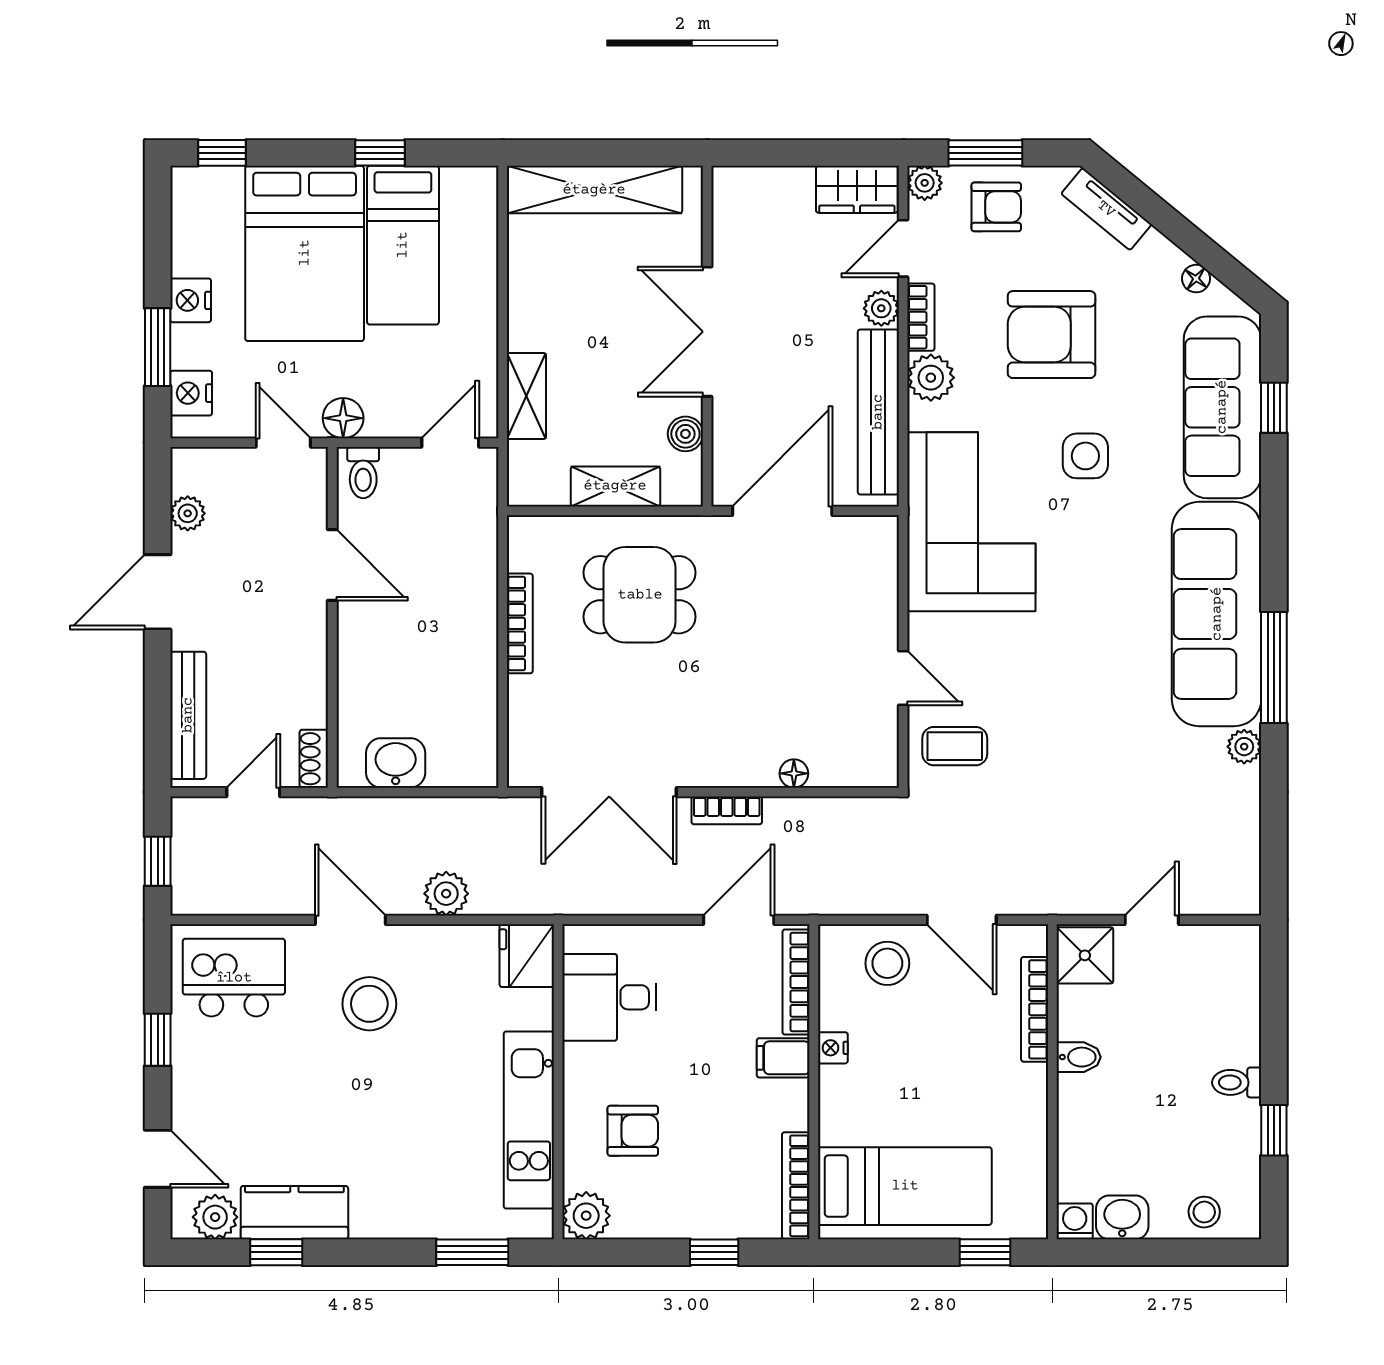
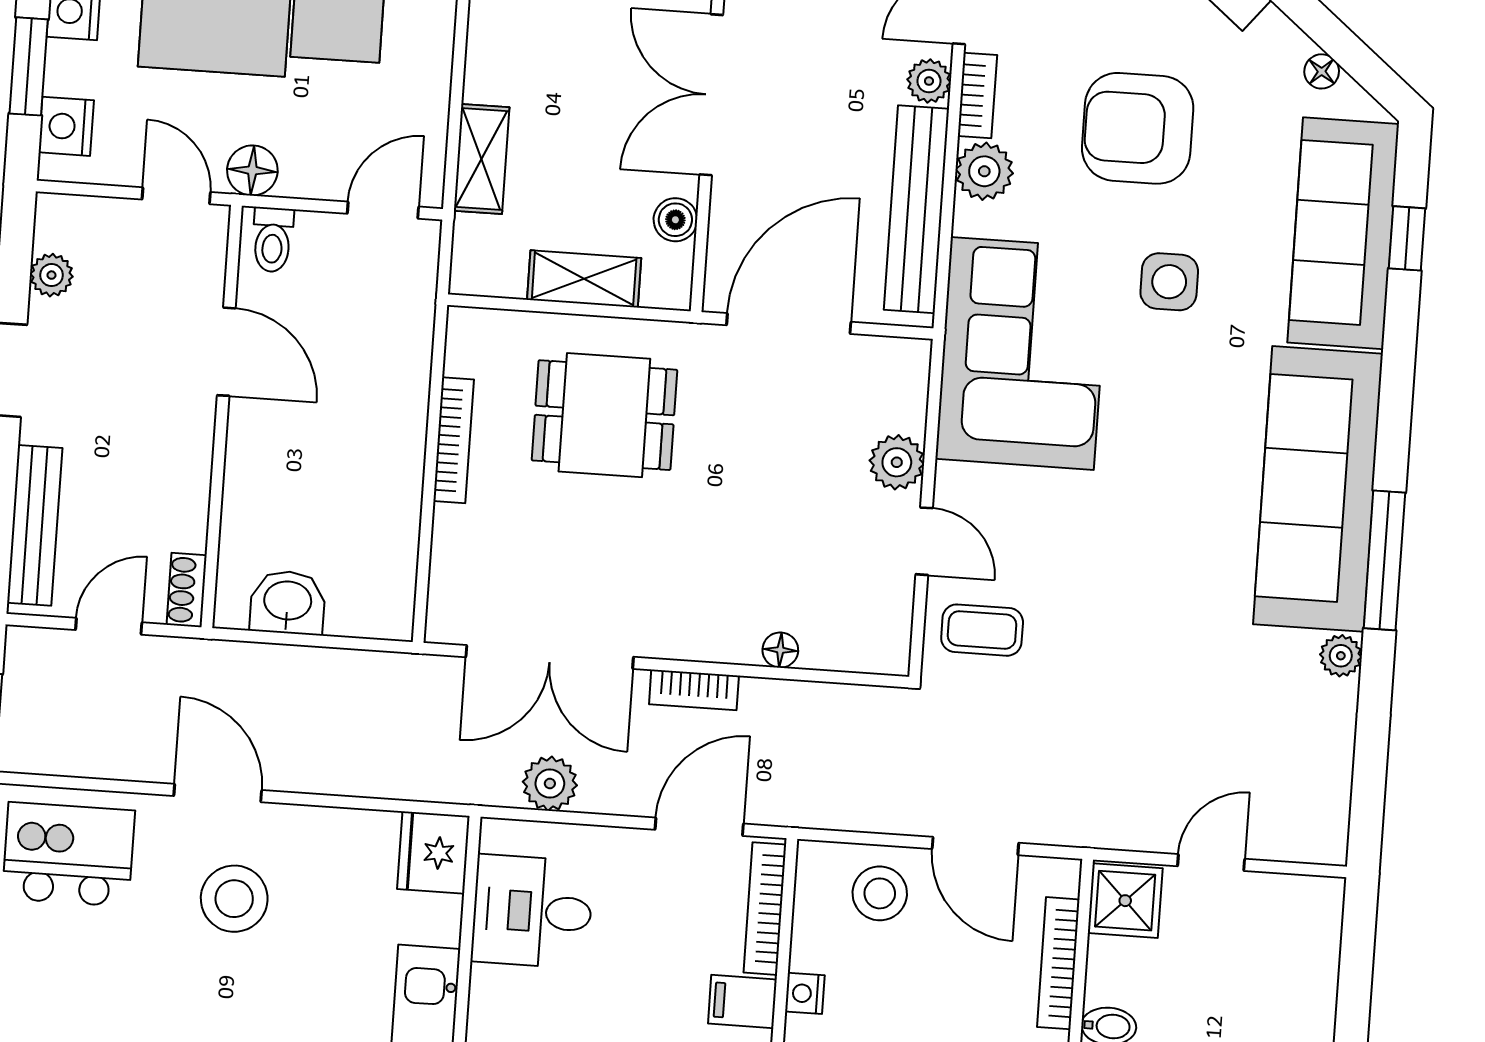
plant: (877, 616) -> (897, 462), added
plant: (446, 894) -> (550, 784), moved

